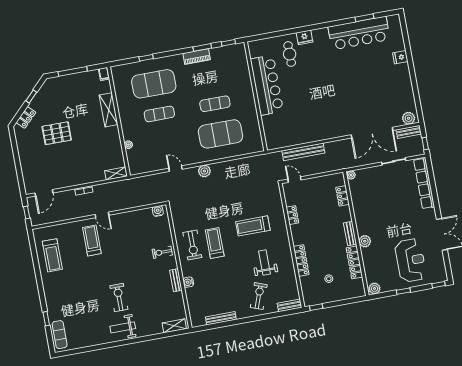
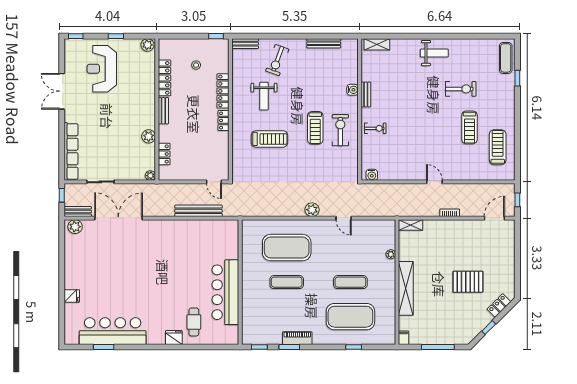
shelving: (109, 110) -> (406, 288), width x1.47
locker: (292, 215) -> (224, 120), moved
treadmill: (92, 241) -> (469, 127), moved
plant: (365, 241) -> (149, 136), moved
exercise bike: (119, 298) -> (461, 89), moved, turned -90

